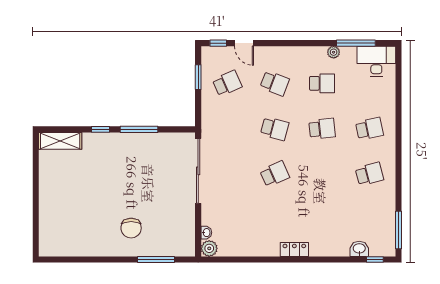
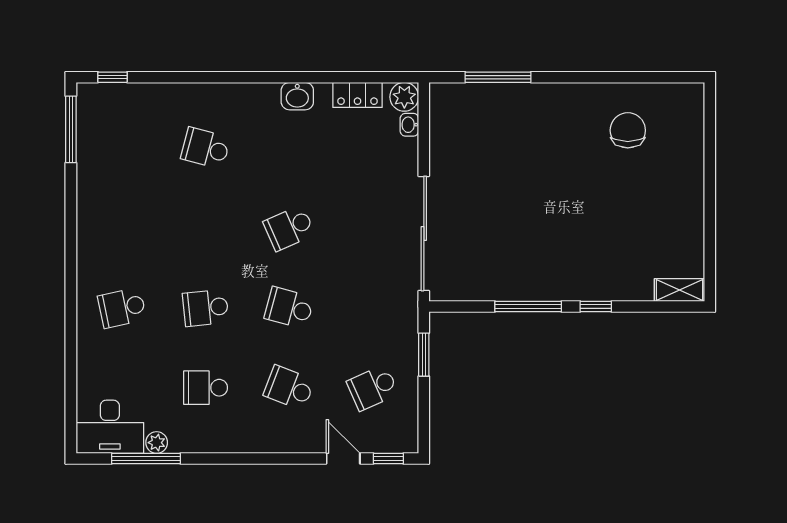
plant: (334, 52) -> (157, 443), moved
window: (198, 77) -> (424, 355), moved
shelving: (60, 141) -> (679, 290), width x0.67, depth x0.75
school desk: (369, 174) -> (206, 148), moved, turned 30
chair: (131, 228) -> (628, 130), moved
washbasin: (359, 249) -> (297, 96), moved
locker: (294, 250) -> (357, 95), moved

